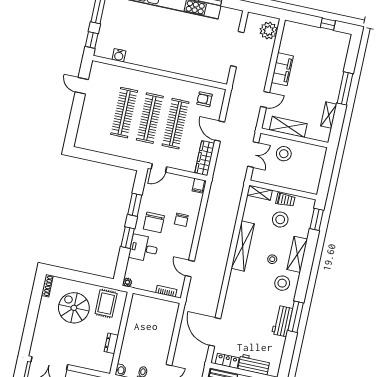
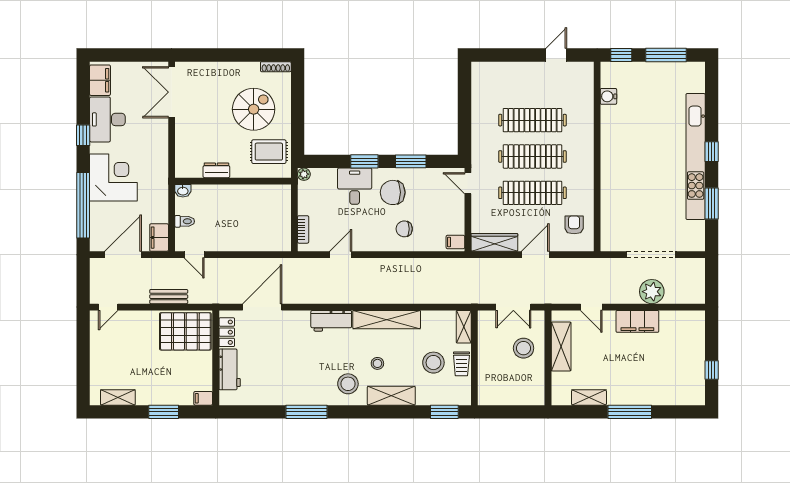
plant: (269, 31) -> (652, 292), moved
workbench: (282, 321) -> (331, 321), moved, turned 180

